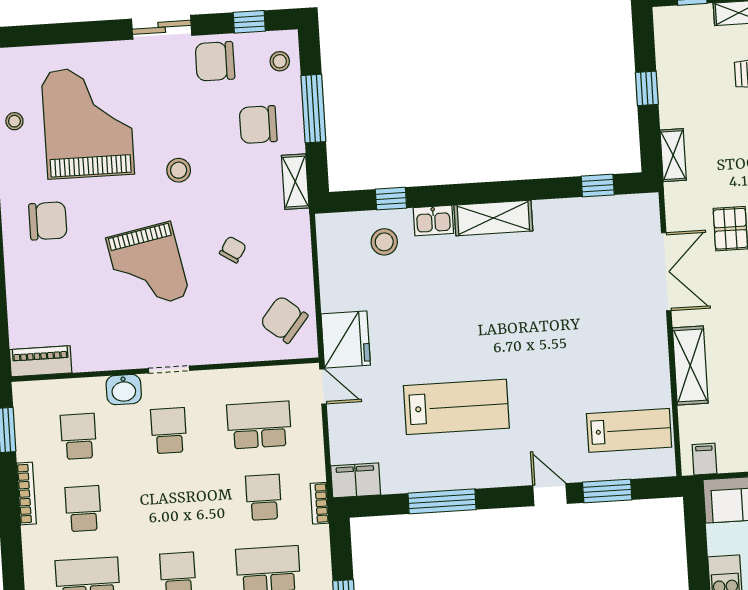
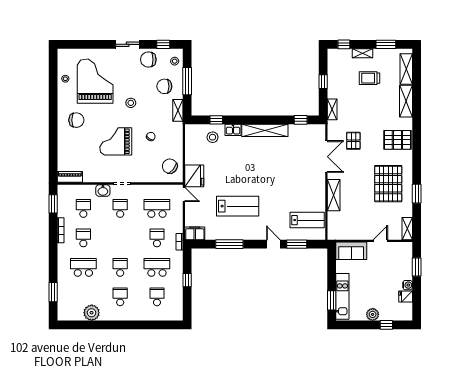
shelving: (493, 218) -> (265, 130), width x1.47
grand piano: (148, 267) -> (116, 141), turned 101
filing cabinet: (704, 459) -> (337, 234), removed

